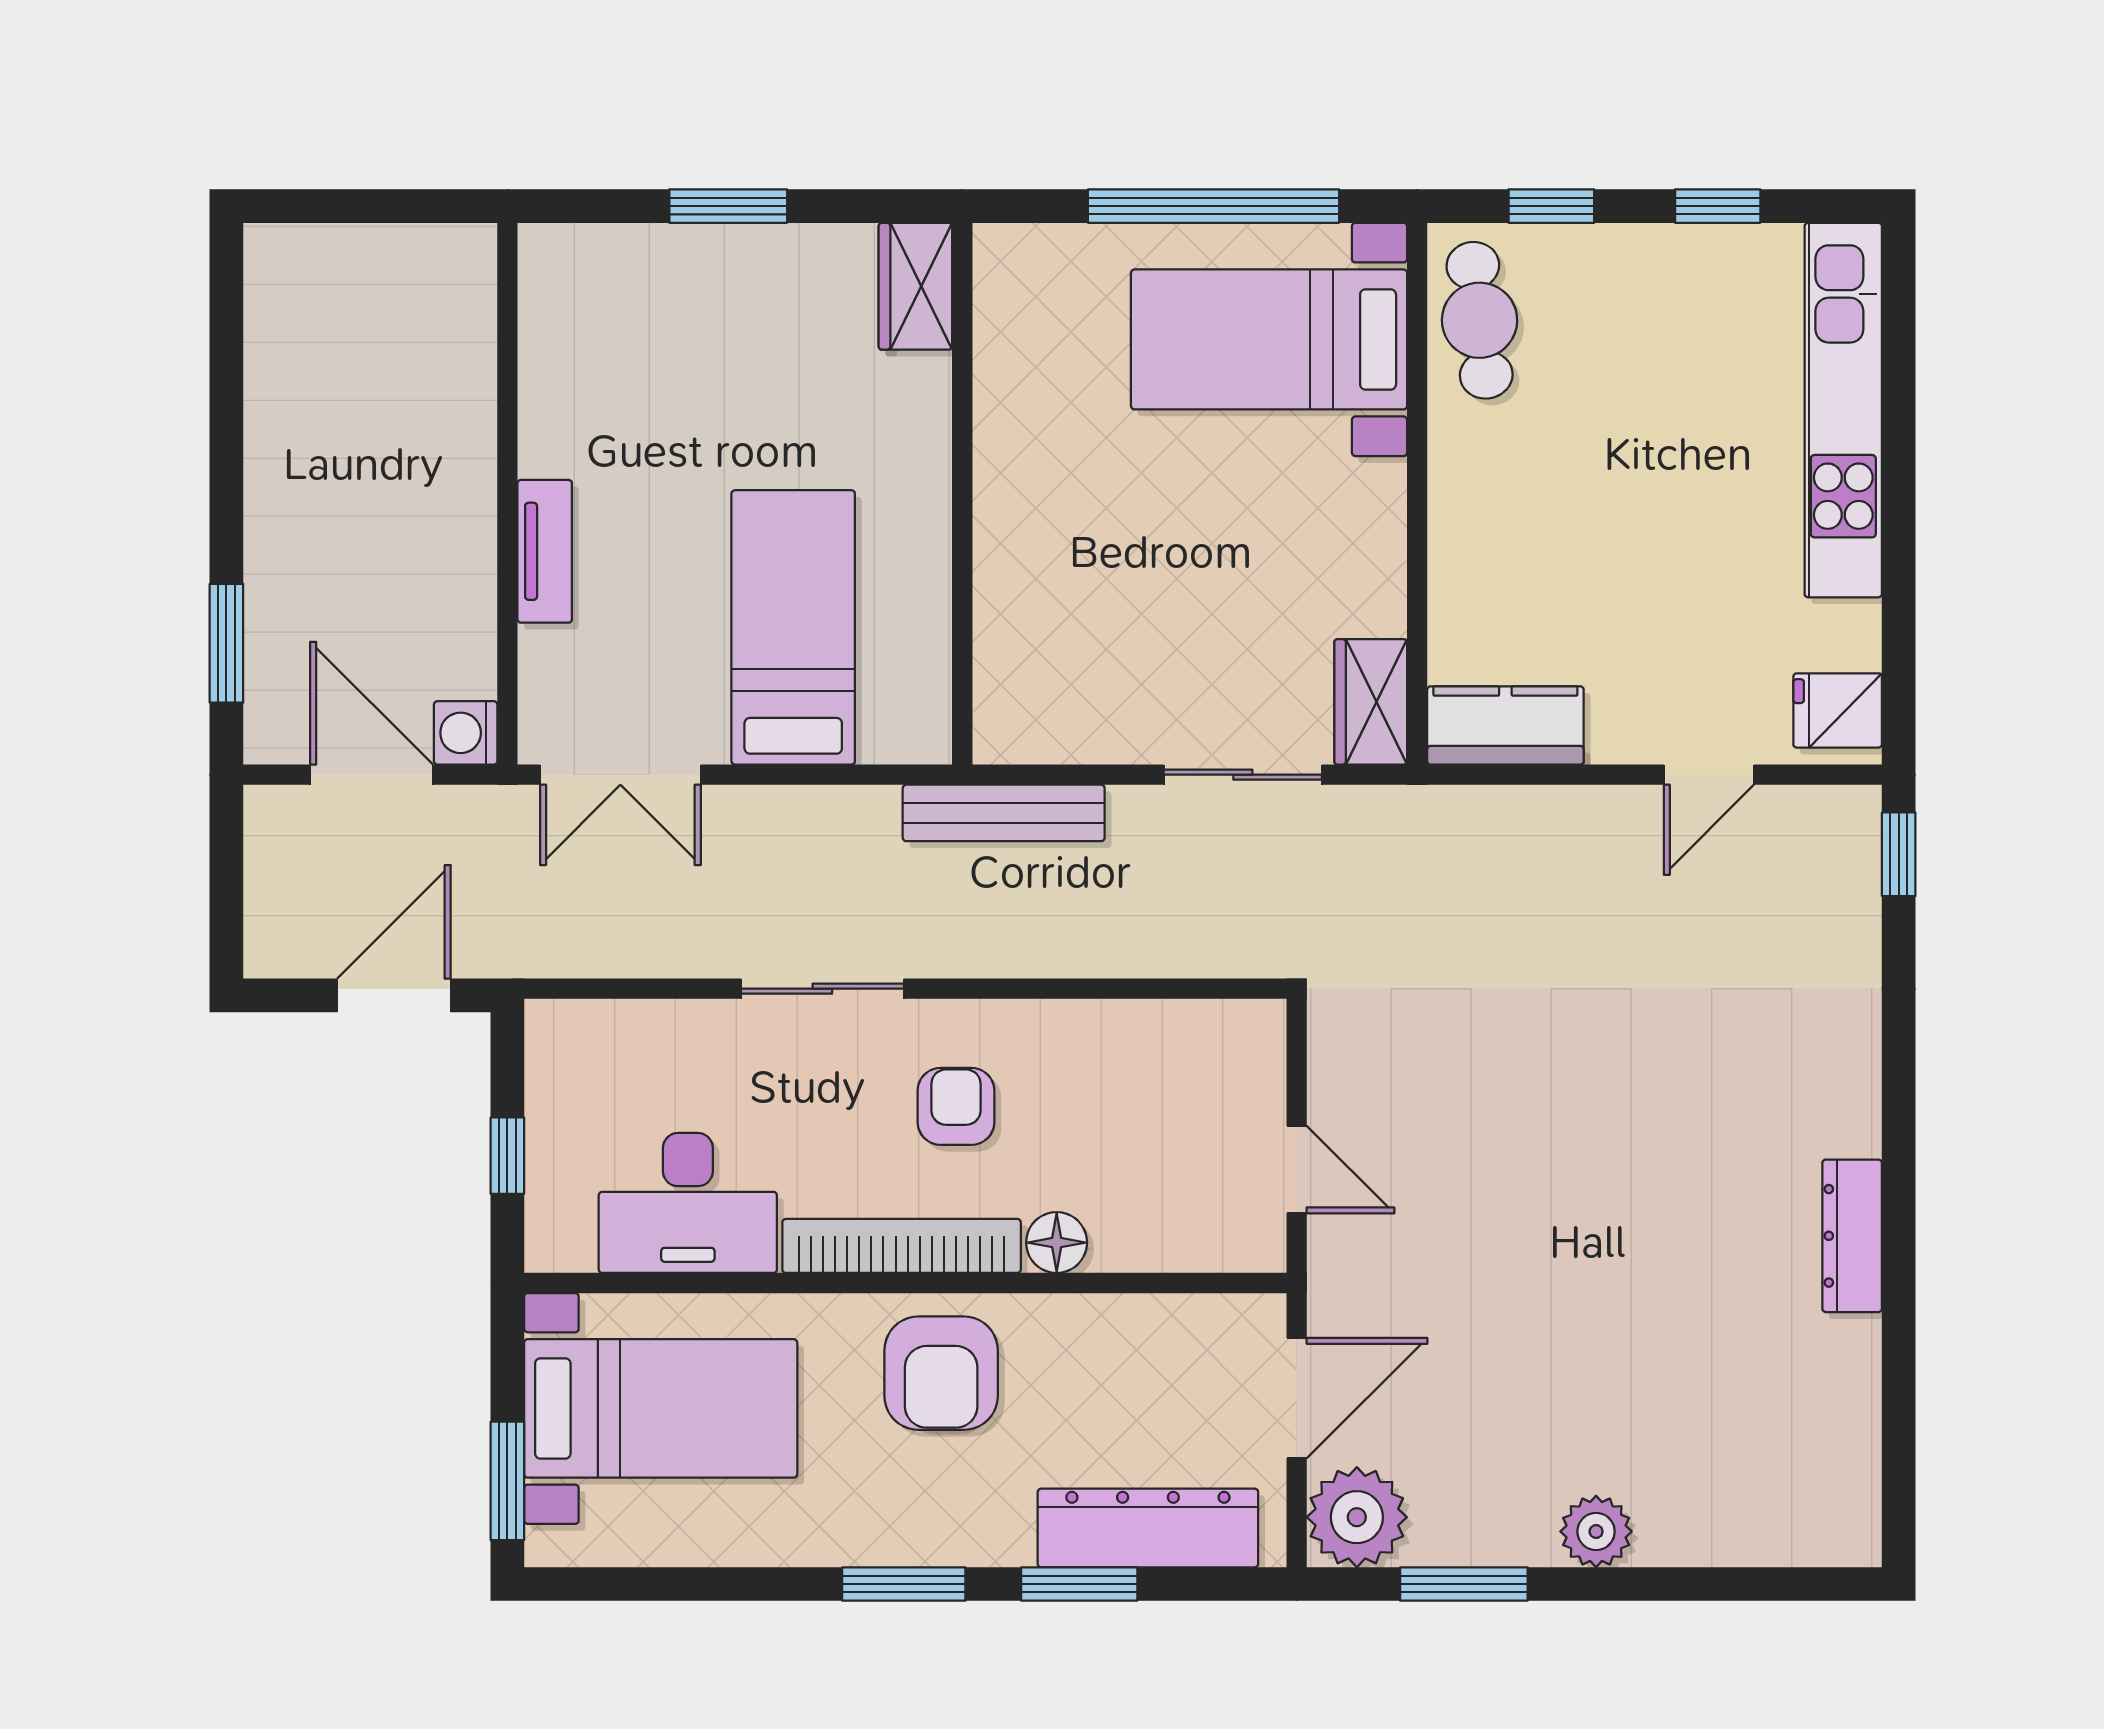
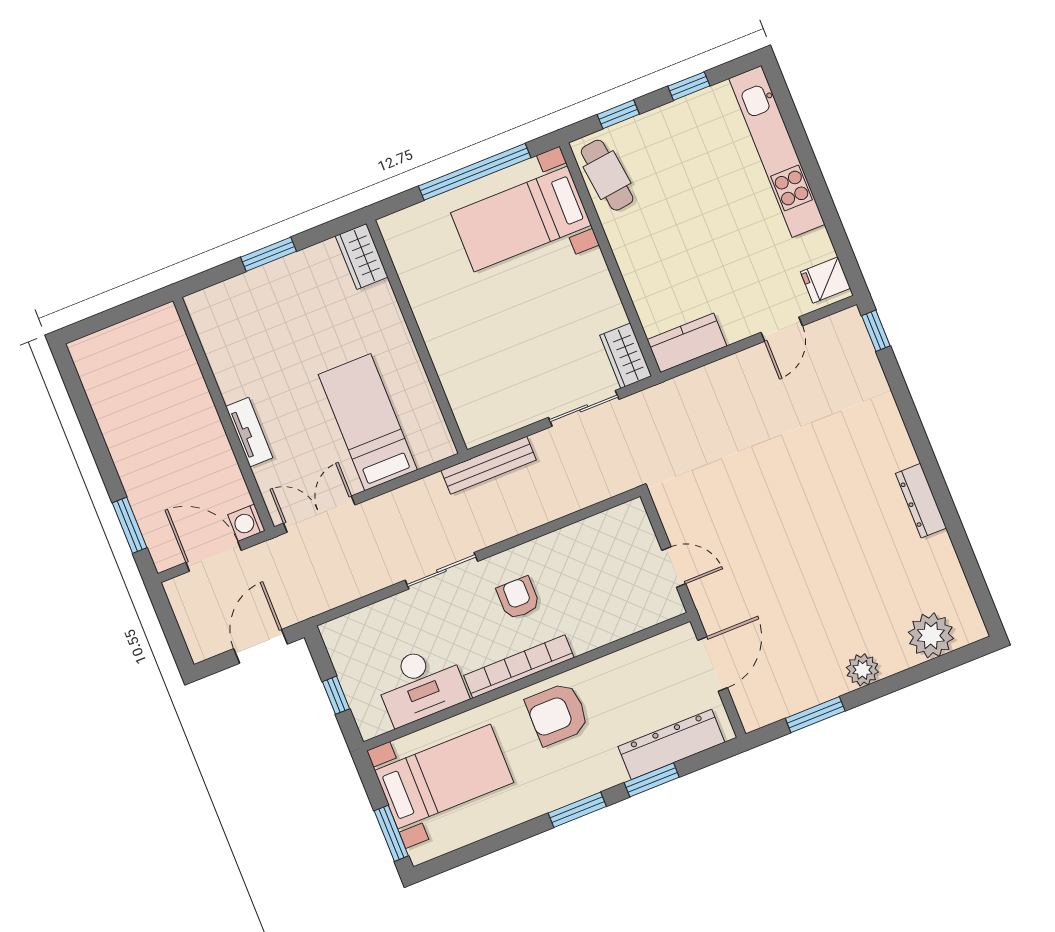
double door: (620, 775) -> (319, 514), swing flipped
floor lamp: (1057, 1243) -> (584, 639), removed
armchair: (941, 1373) -> (557, 714), turned 90
plant: (1357, 1517) -> (931, 635), moved

